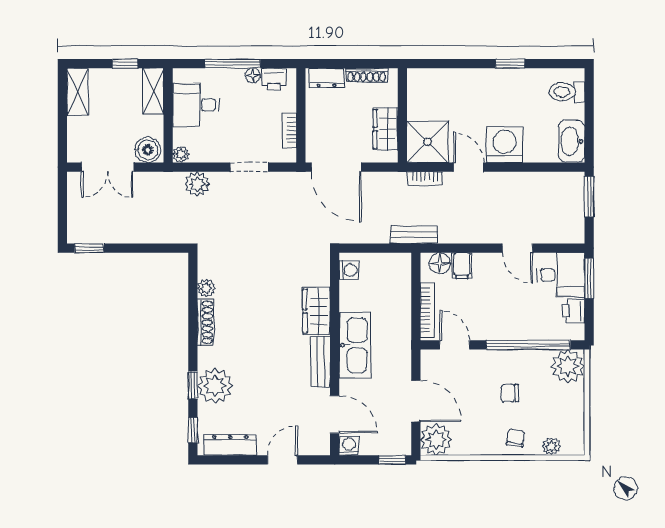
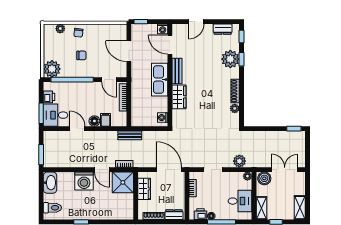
floor lamp: (440, 263) -> (94, 121), moved
plant: (436, 440) -> (119, 32), removed
dresser: (230, 445) -> (223, 29), width x0.70

